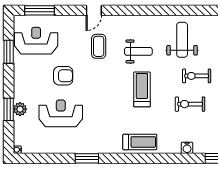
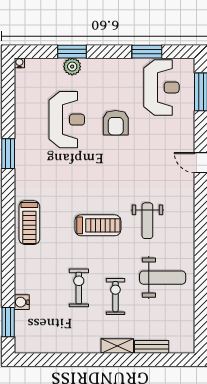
coffee table: (99, 46) -> (154, 169), removed
water cooler: (187, 148) -> (22, 302), moved

